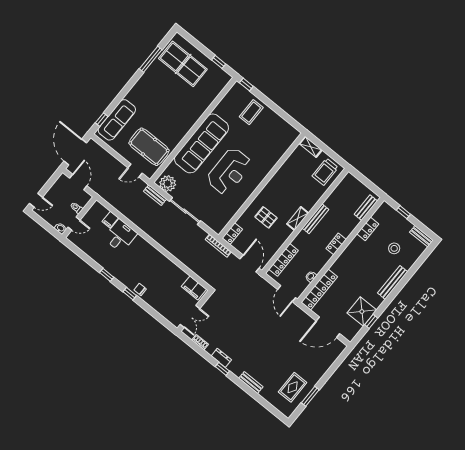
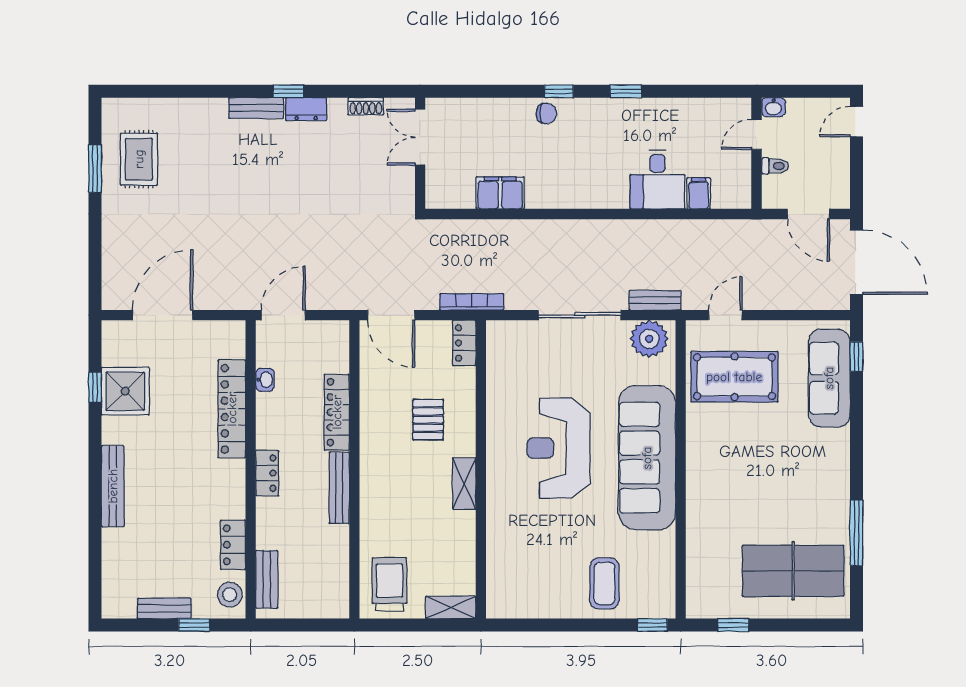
pallet: (266, 217) -> (428, 420), turned 90
shelving: (298, 218) -> (464, 483), moved
bench: (421, 236) -> (164, 608), moved
stool: (394, 248) -> (230, 595), moved
locker: (284, 260) -> (337, 412), moved
filing cabinet: (194, 288) -> (500, 193), moved
locker: (319, 289) -> (232, 409), moved
door: (287, 294) -> (283, 315), hinge flipped
bench: (251, 383) -> (256, 108), moved

